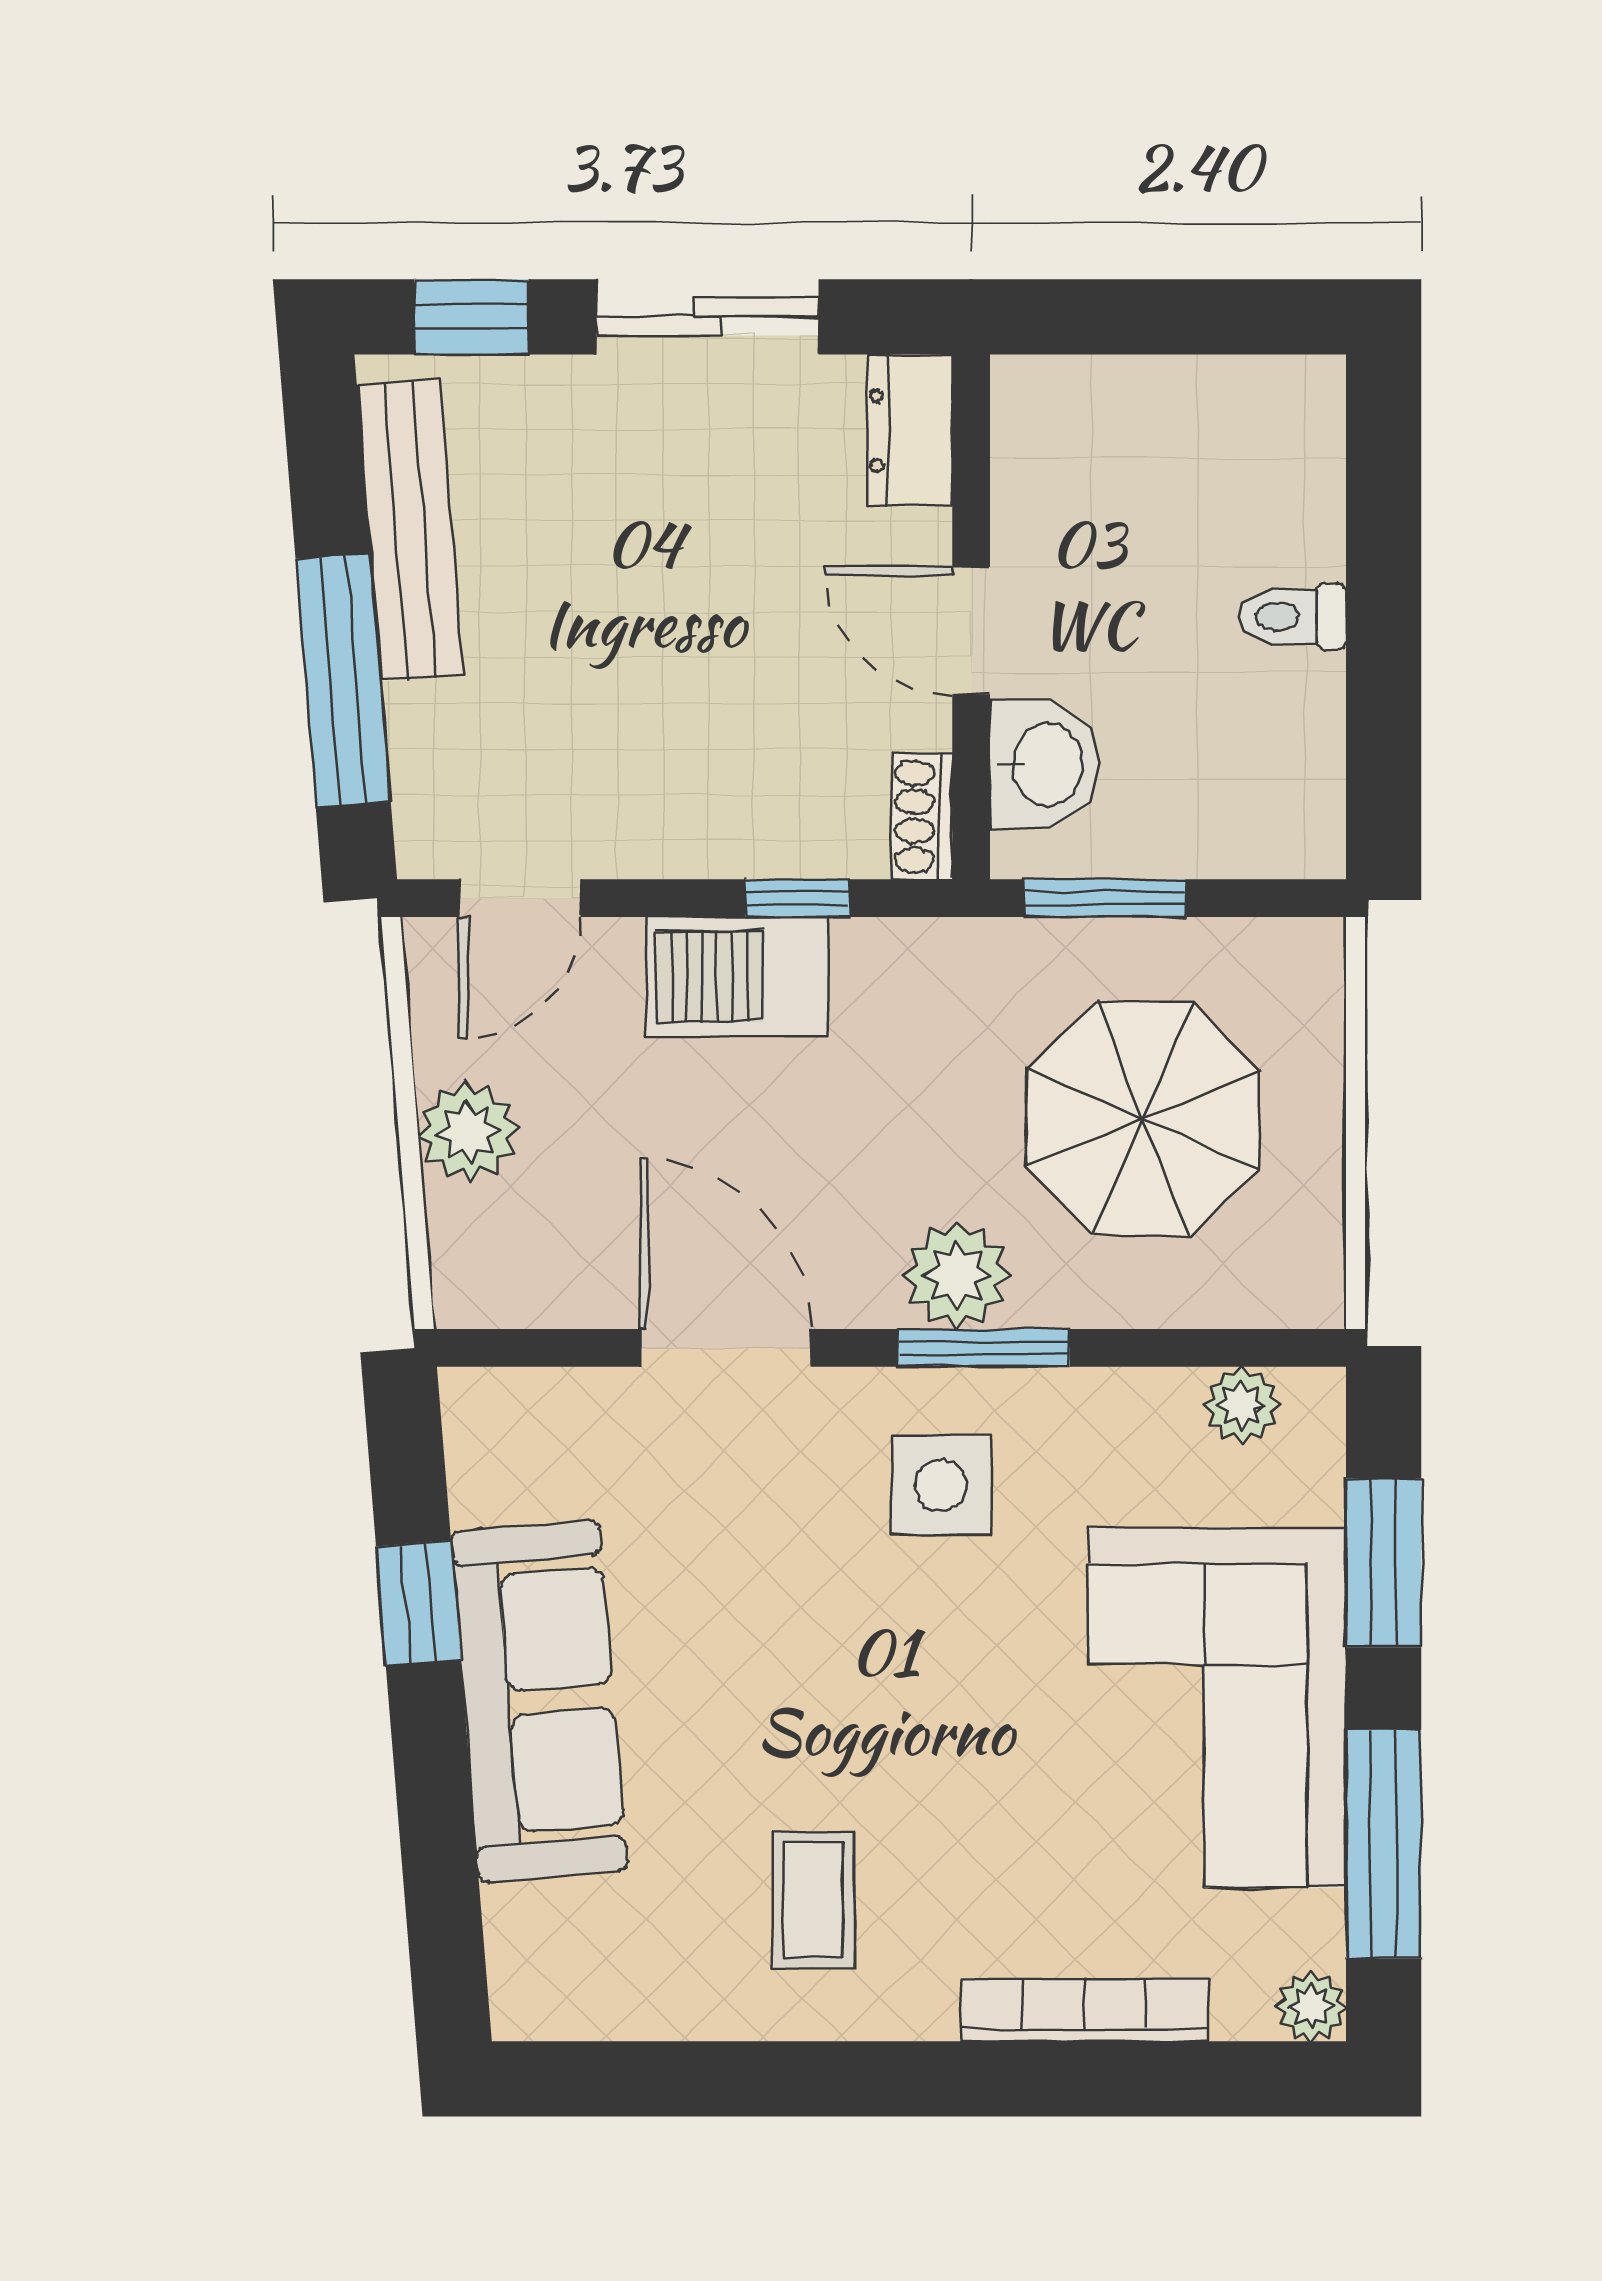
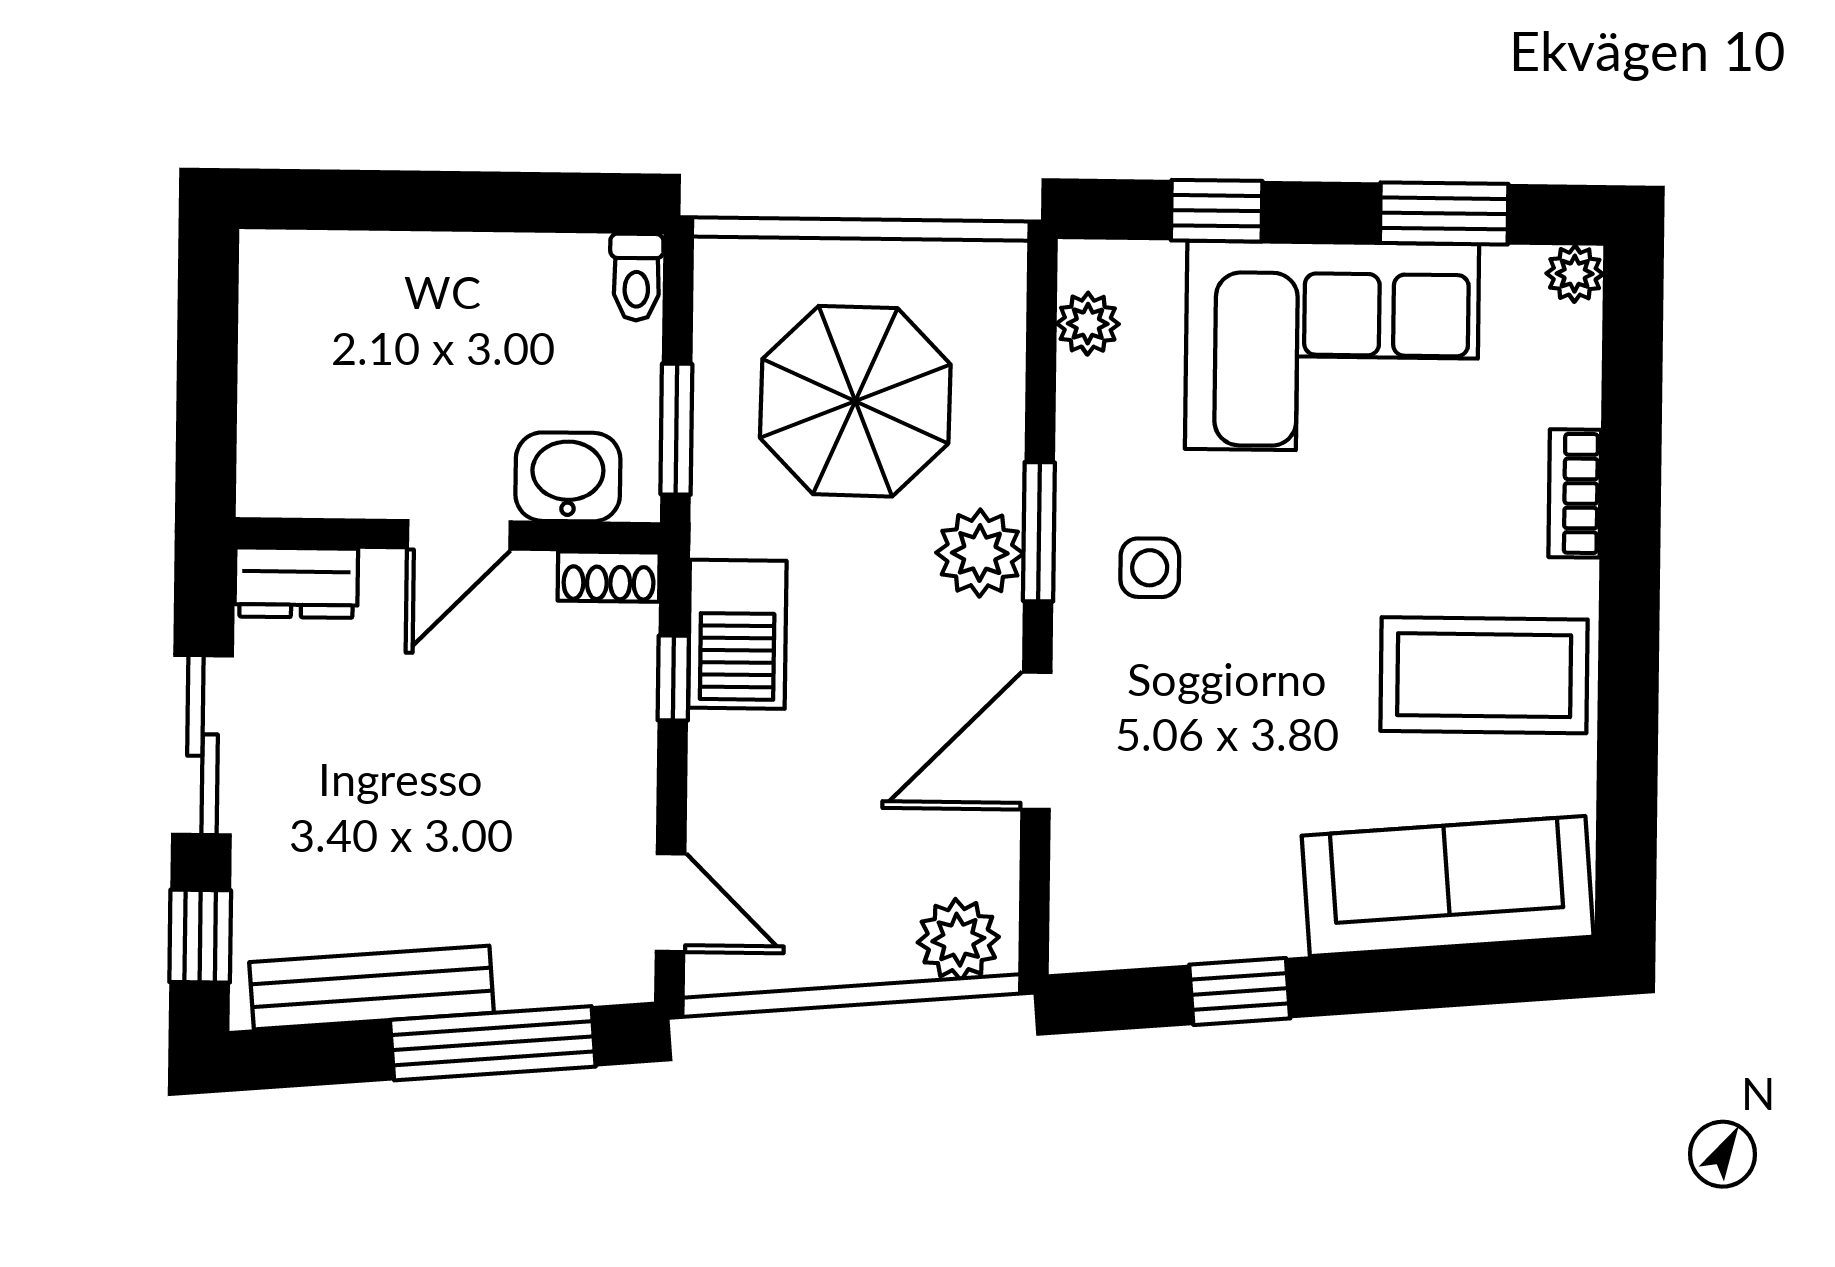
toilet: (1293, 617) -> (636, 277), moved
barbecue: (737, 976) -> (737, 634), moved
plant: (468, 1132) -> (958, 940), moved
side table: (941, 1485) -> (1150, 568), width x0.73, depth x0.73
window: (1384, 1563) -> (1217, 211), width x0.67
sofa: (539, 1701) -> (1448, 886), moved
window: (1384, 1844) -> (1444, 213), width x0.69
coffee table: (813, 1900) -> (1484, 675), width x1.86, depth x1.72
bookcase: (1084, 2010) -> (1575, 493), width x0.64

